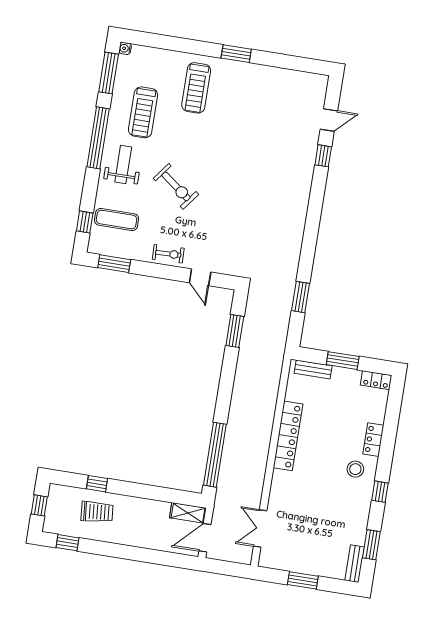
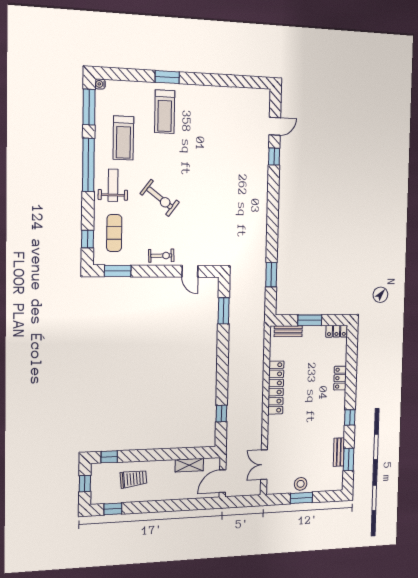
window: (236, 54) -> (167, 77), moved
exercise mat: (117, 219) -> (114, 233), turned 90
window: (215, 455) -> (221, 414), width x0.32
stool: (355, 469) -> (301, 484), moved
window: (97, 484) -> (109, 457), moved
shelving: (188, 513) -> (189, 465), moved
bench: (355, 564) -> (339, 452), moved

